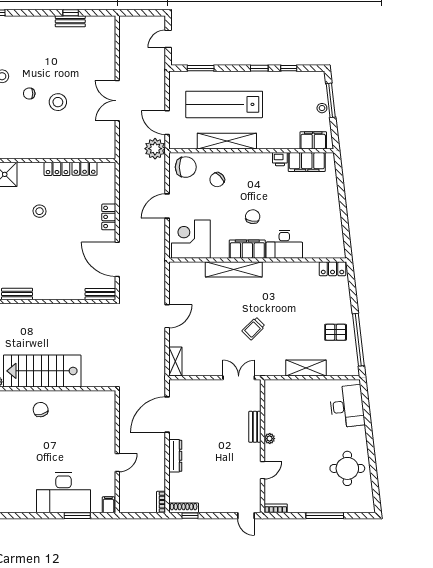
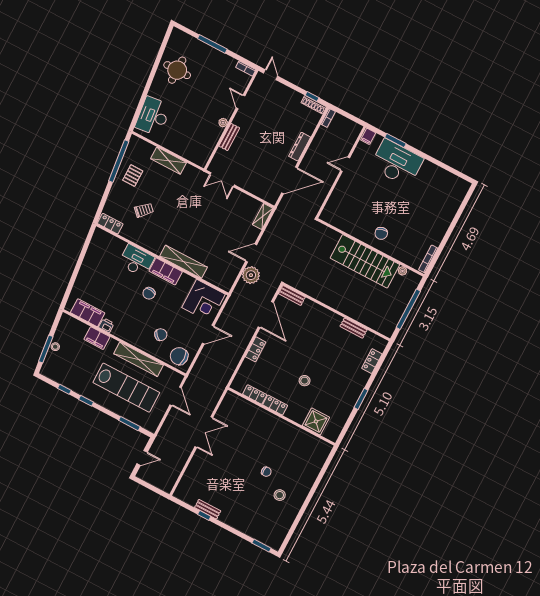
stool: (58, 102) -> (248, 454), removed
filing cabinet: (313, 140) -> (97, 338), moved
plant: (155, 149) -> (251, 275), moved
trolley: (253, 329) -> (144, 210), moved
pallet: (336, 332) -> (133, 176), turned 90
door: (263, 470) -> (241, 102), hinge flipped

